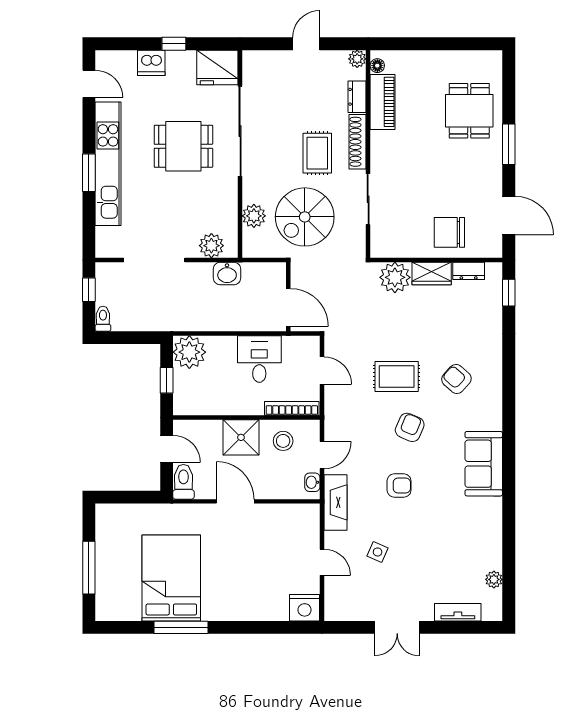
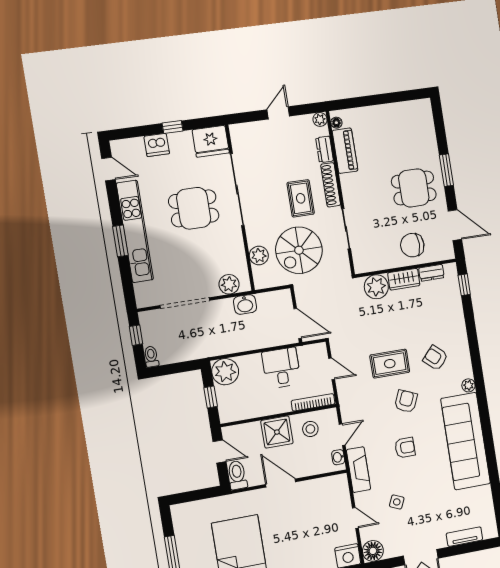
dining table: (469, 111) -> (414, 188), moved, turned 90
sofa: (484, 464) -> (466, 441), width x1.85, depth x1.27
plant: (494, 579) -> (468, 385), moved
floor lamp: (337, 608) -> (373, 551), added

